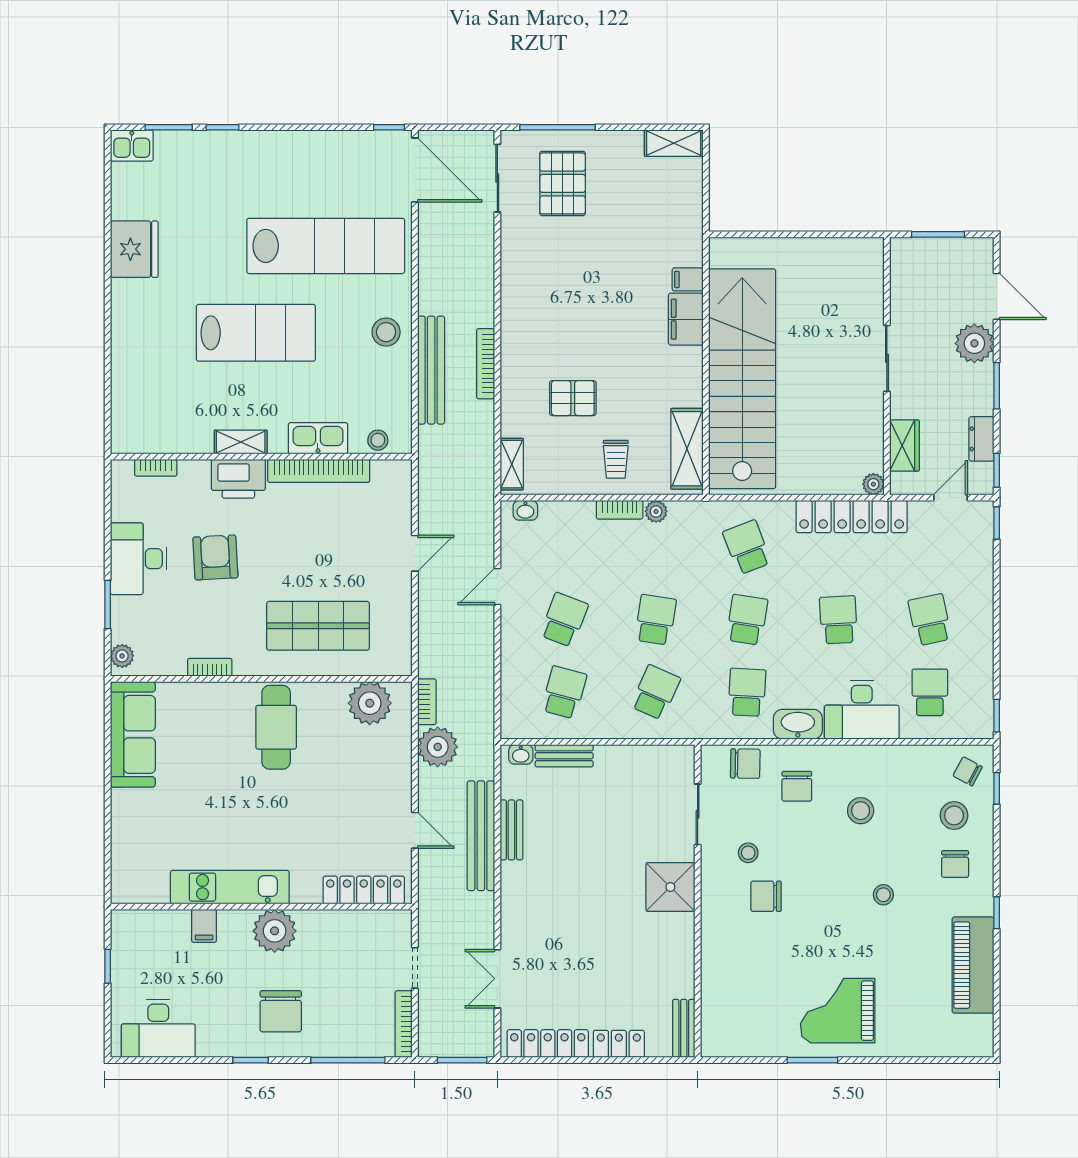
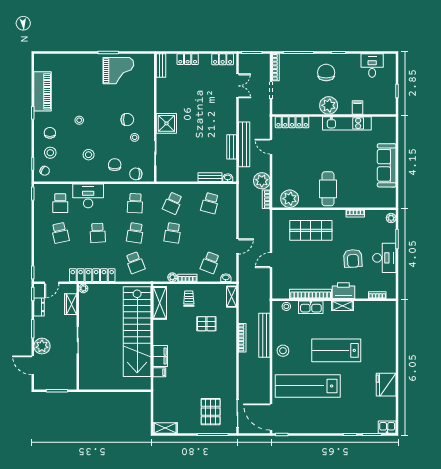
school desk: (564, 620) -> (210, 263), moved
washbasin: (798, 724) -> (114, 190), removed
sofa: (133, 734) -> (387, 165), moved
grand piano: (838, 1011) -> (118, 71), moved
desk: (158, 1028) -> (372, 65), width x0.73
locker: (548, 1044) -> (223, 59), width x0.66

